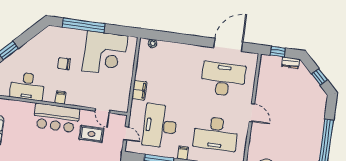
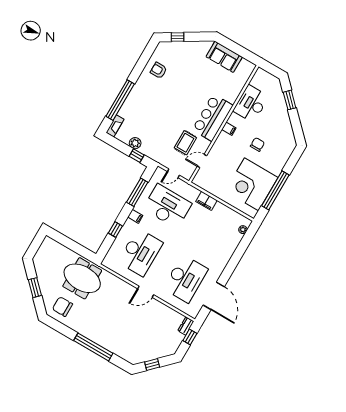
window: (84, 25) -> (275, 190), moved
dresser: (291, 63) -> (186, 326), moved
desk: (216, 133) -> (140, 252), turned 180

